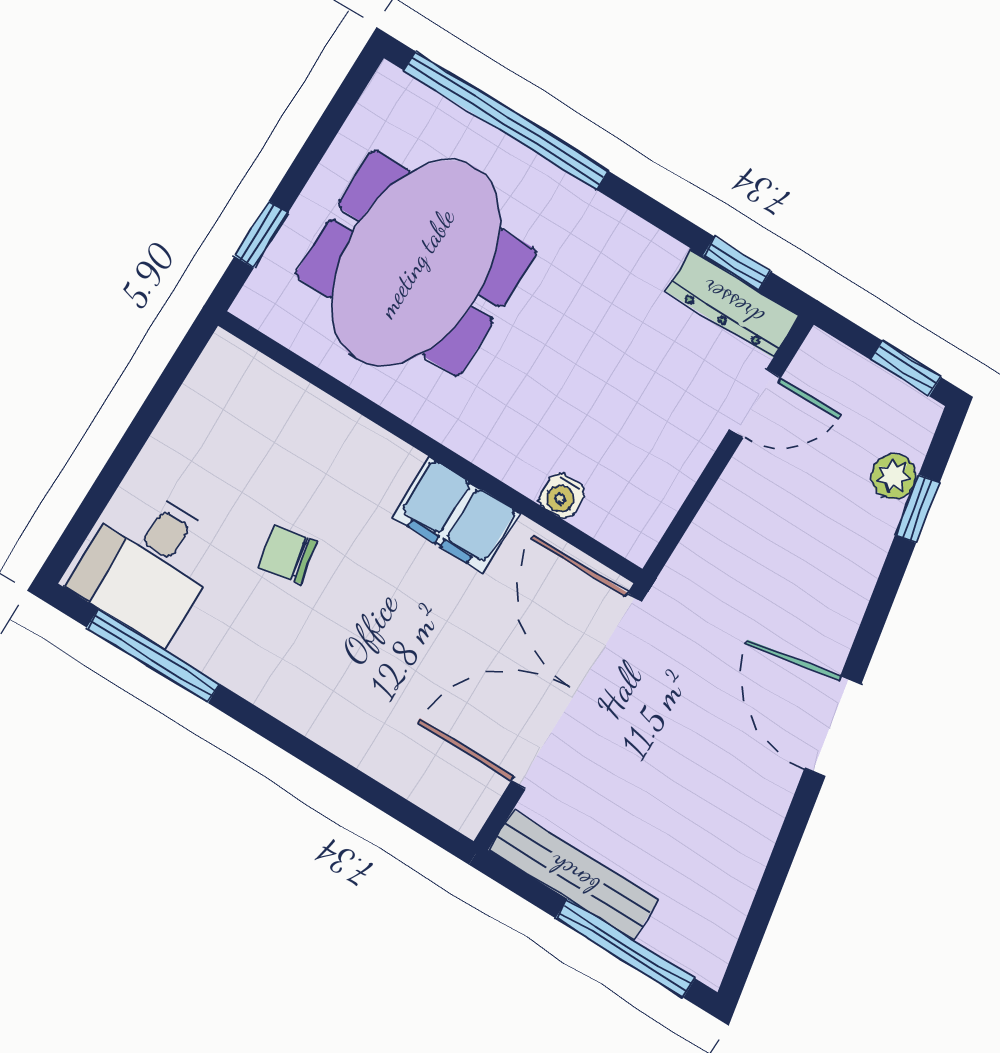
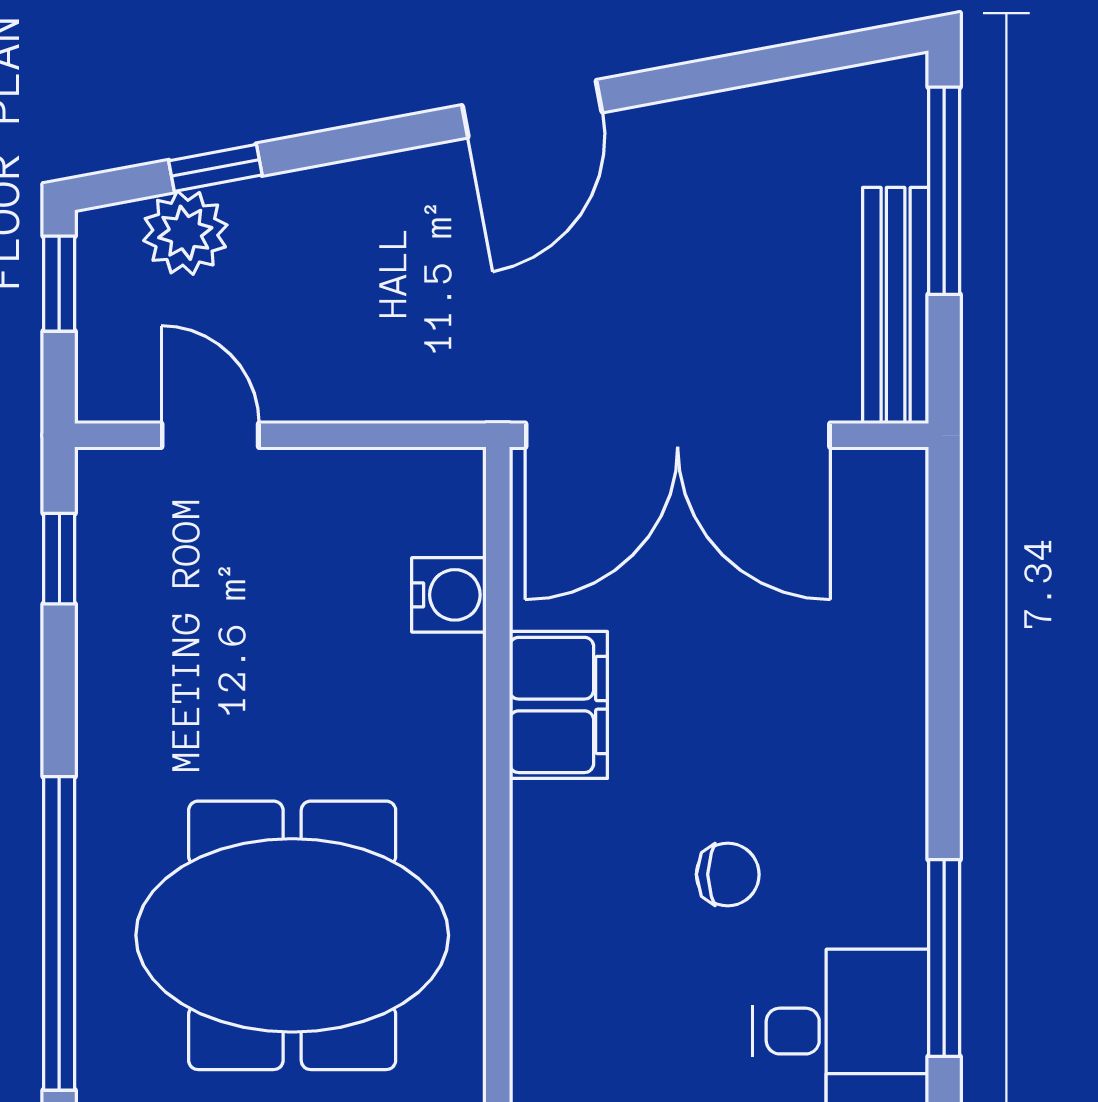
dresser: (732, 303) -> (109, 535), removed
plant: (894, 476) -> (185, 233), width x1.38, depth x1.38
water cooler: (562, 496) -> (449, 595), width x1.38, depth x1.38
chair: (287, 554) -> (728, 874), turned -79

